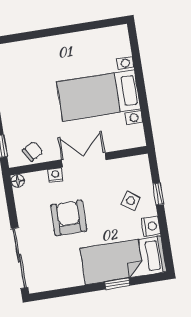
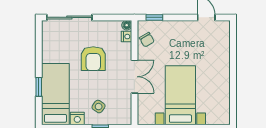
nightstand: (55, 175) -> (127, 37), moved
armchair: (69, 218) -> (93, 59), turned 90

